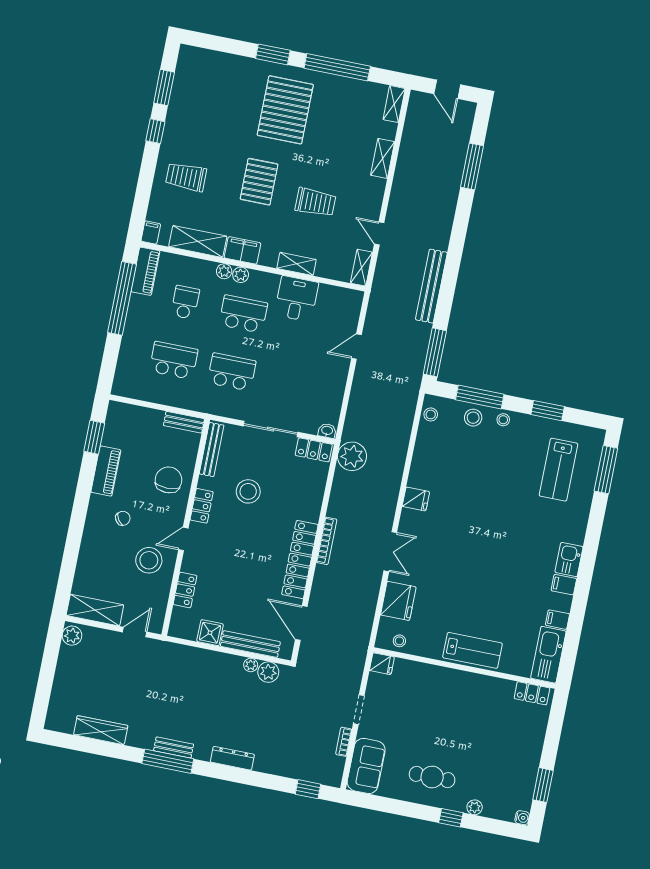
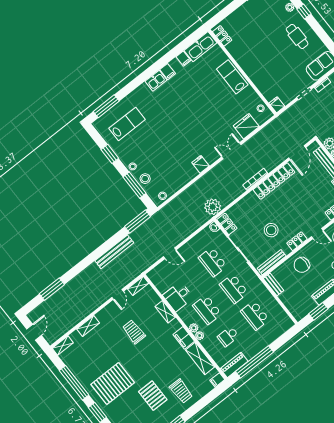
pallet: (259, 182) -> (153, 396), moved, turned 90
school desk: (290, 384) -> (213, 262), added

